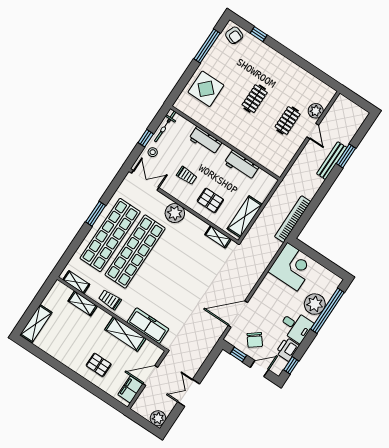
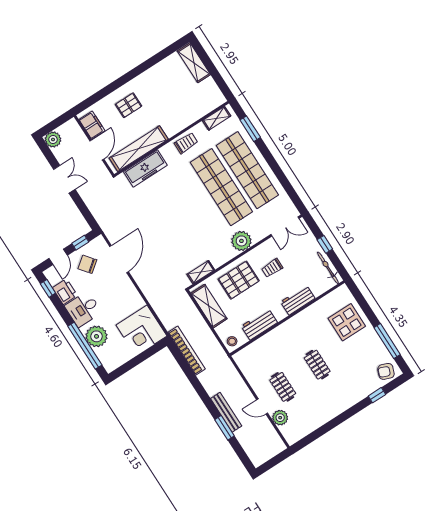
stool: (153, 152) -> (232, 341), moved
pallet: (210, 200) -> (239, 280), width x1.50, depth x1.42
window: (96, 214) -> (250, 129), moved
shelving: (83, 304) -> (194, 115), removed
shelving: (125, 334) -> (139, 149), width x1.47

